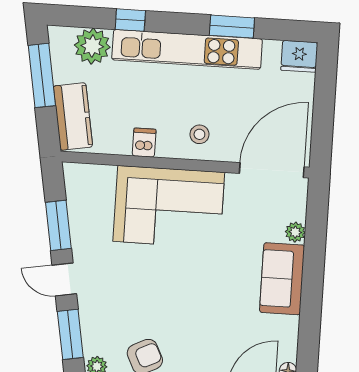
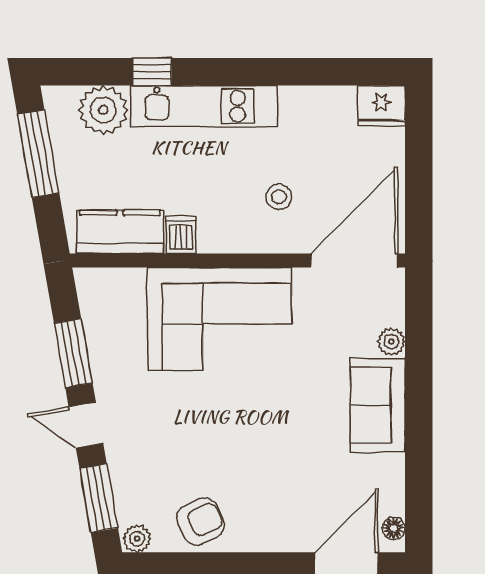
window: (232, 27) -> (289, 72), removed
kitchen unit: (187, 49) -> (204, 106), width x0.73
kitchen counter: (73, 116) -> (120, 232), moved, turned -80
stool: (199, 134) -> (279, 197), moved

